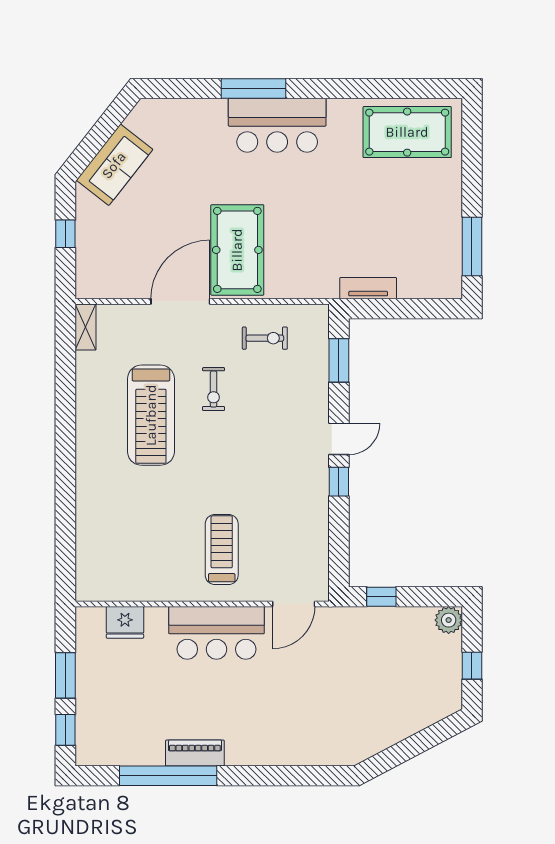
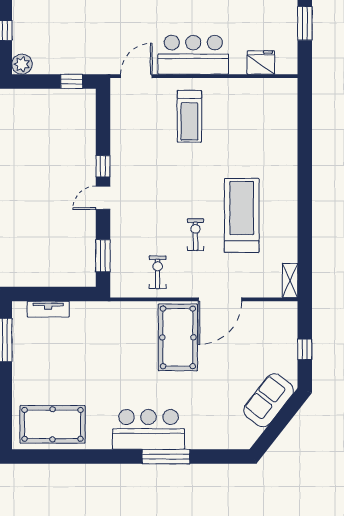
tv unit: (368, 288) -> (48, 309), moved
exercise bike: (265, 338) -> (158, 272), turned 90

